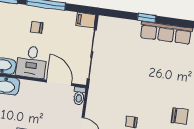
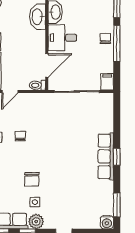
window: (147, 18) -> (117, 157), moved
chair: (37, 27) -> (105, 38), moved

